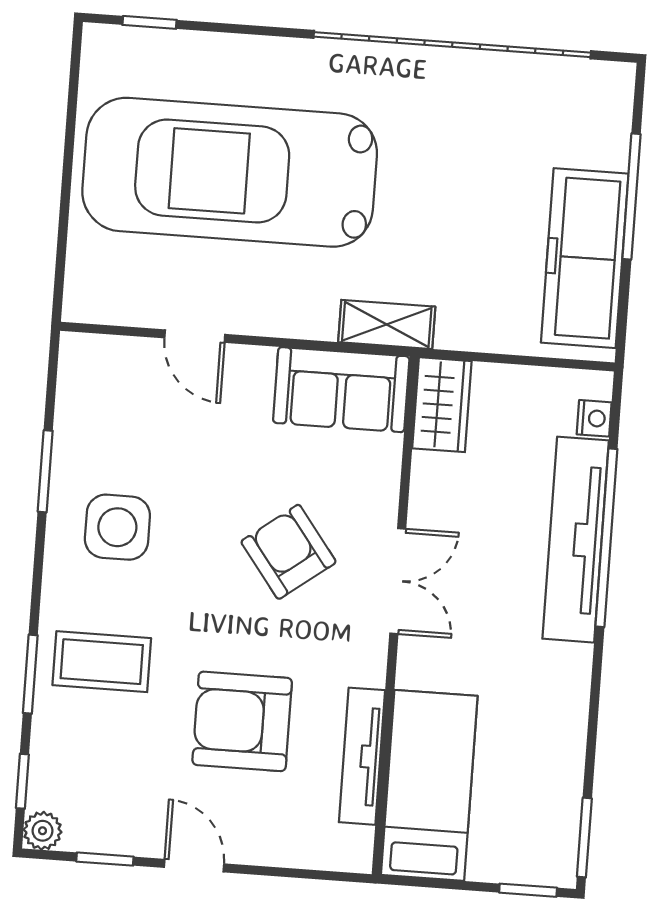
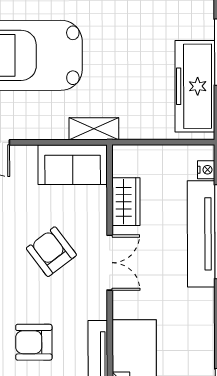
wardrobe: (442, 405) -> (126, 202), moved
armchair: (242, 721) -> (34, 342), width x0.73, depth x0.73

